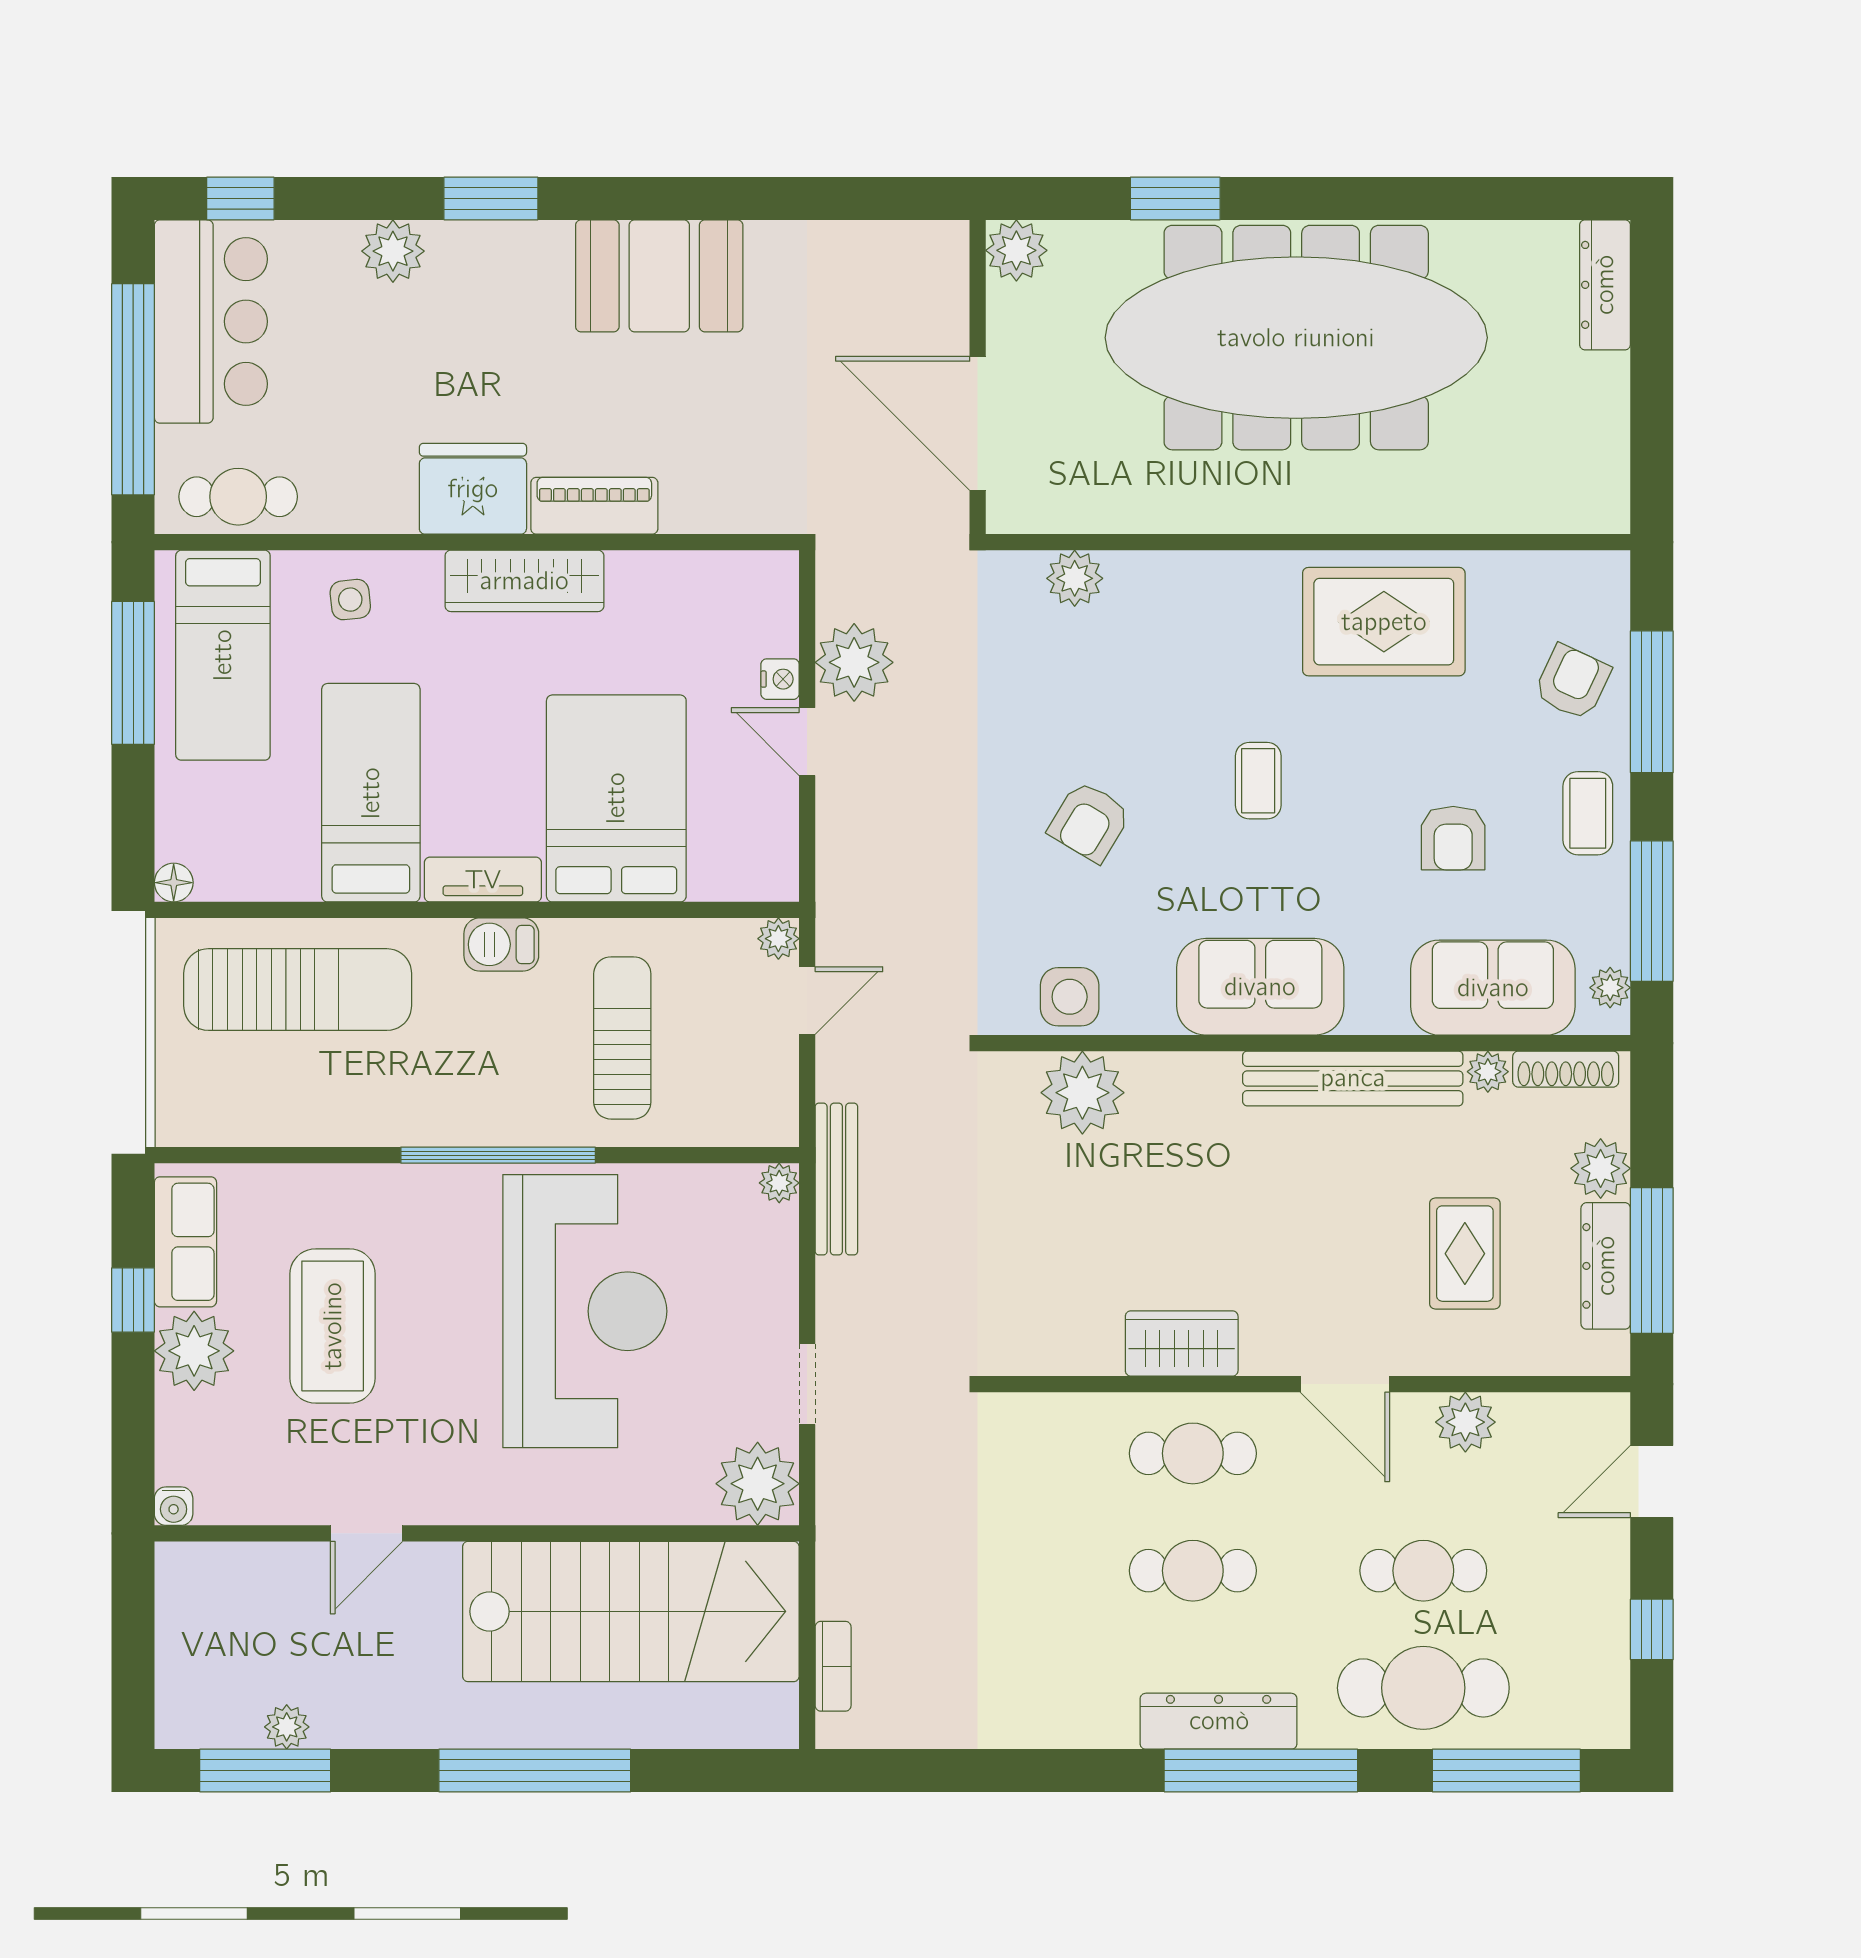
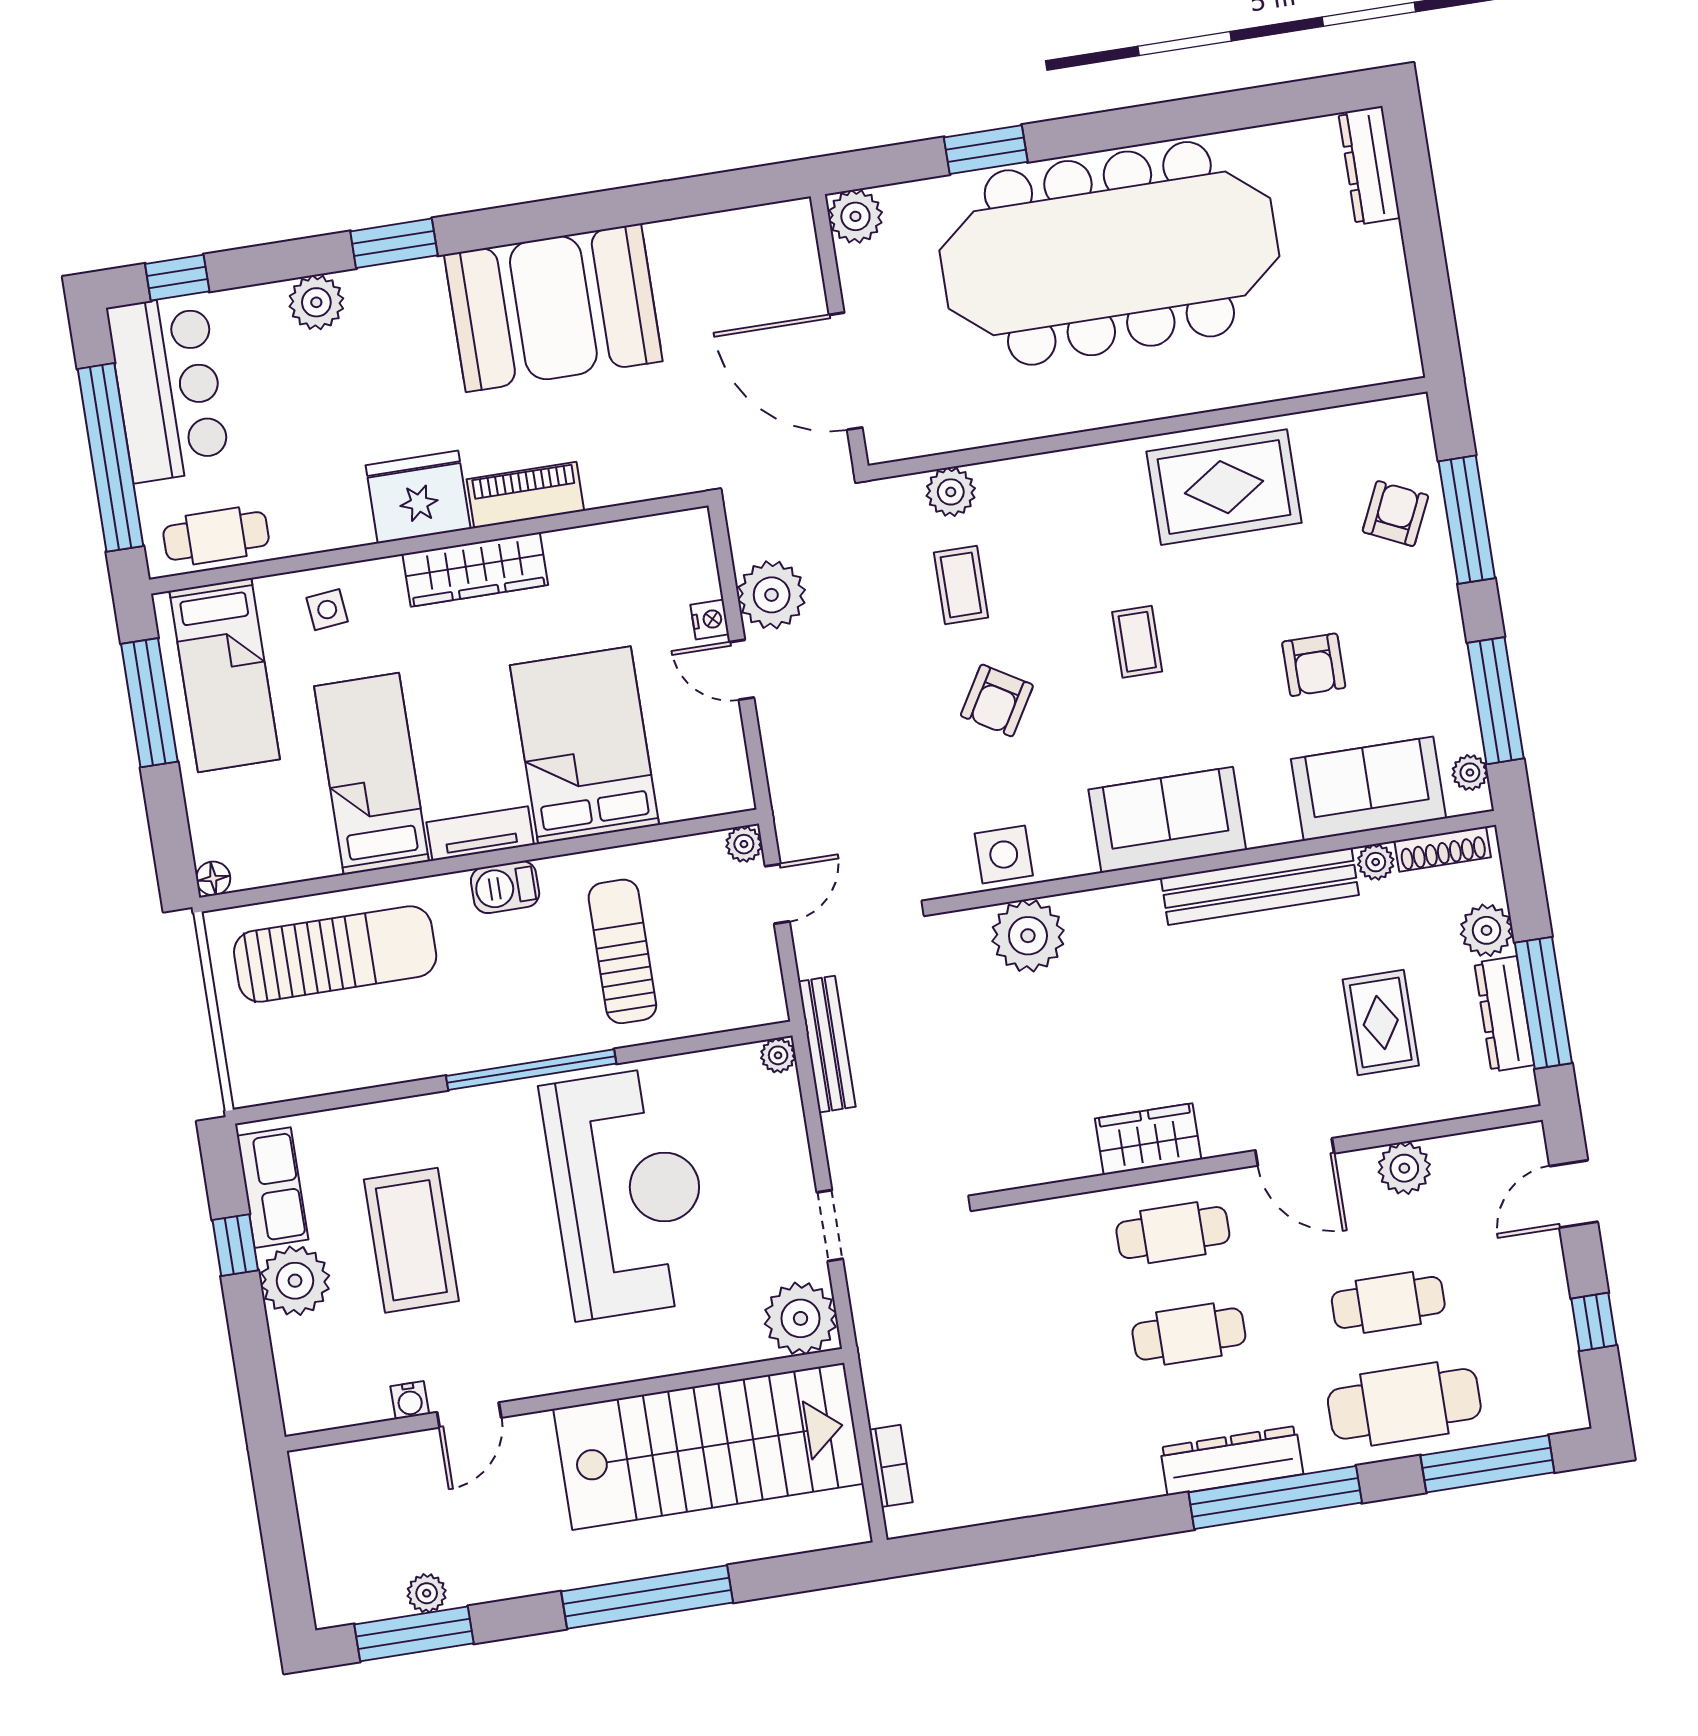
booth: (659, 276) -> (553, 308), width x1.36, depth x1.42
coffee table: (1588, 813) -> (961, 585), moved
water cooler: (174, 1506) -> (410, 1400), moved

